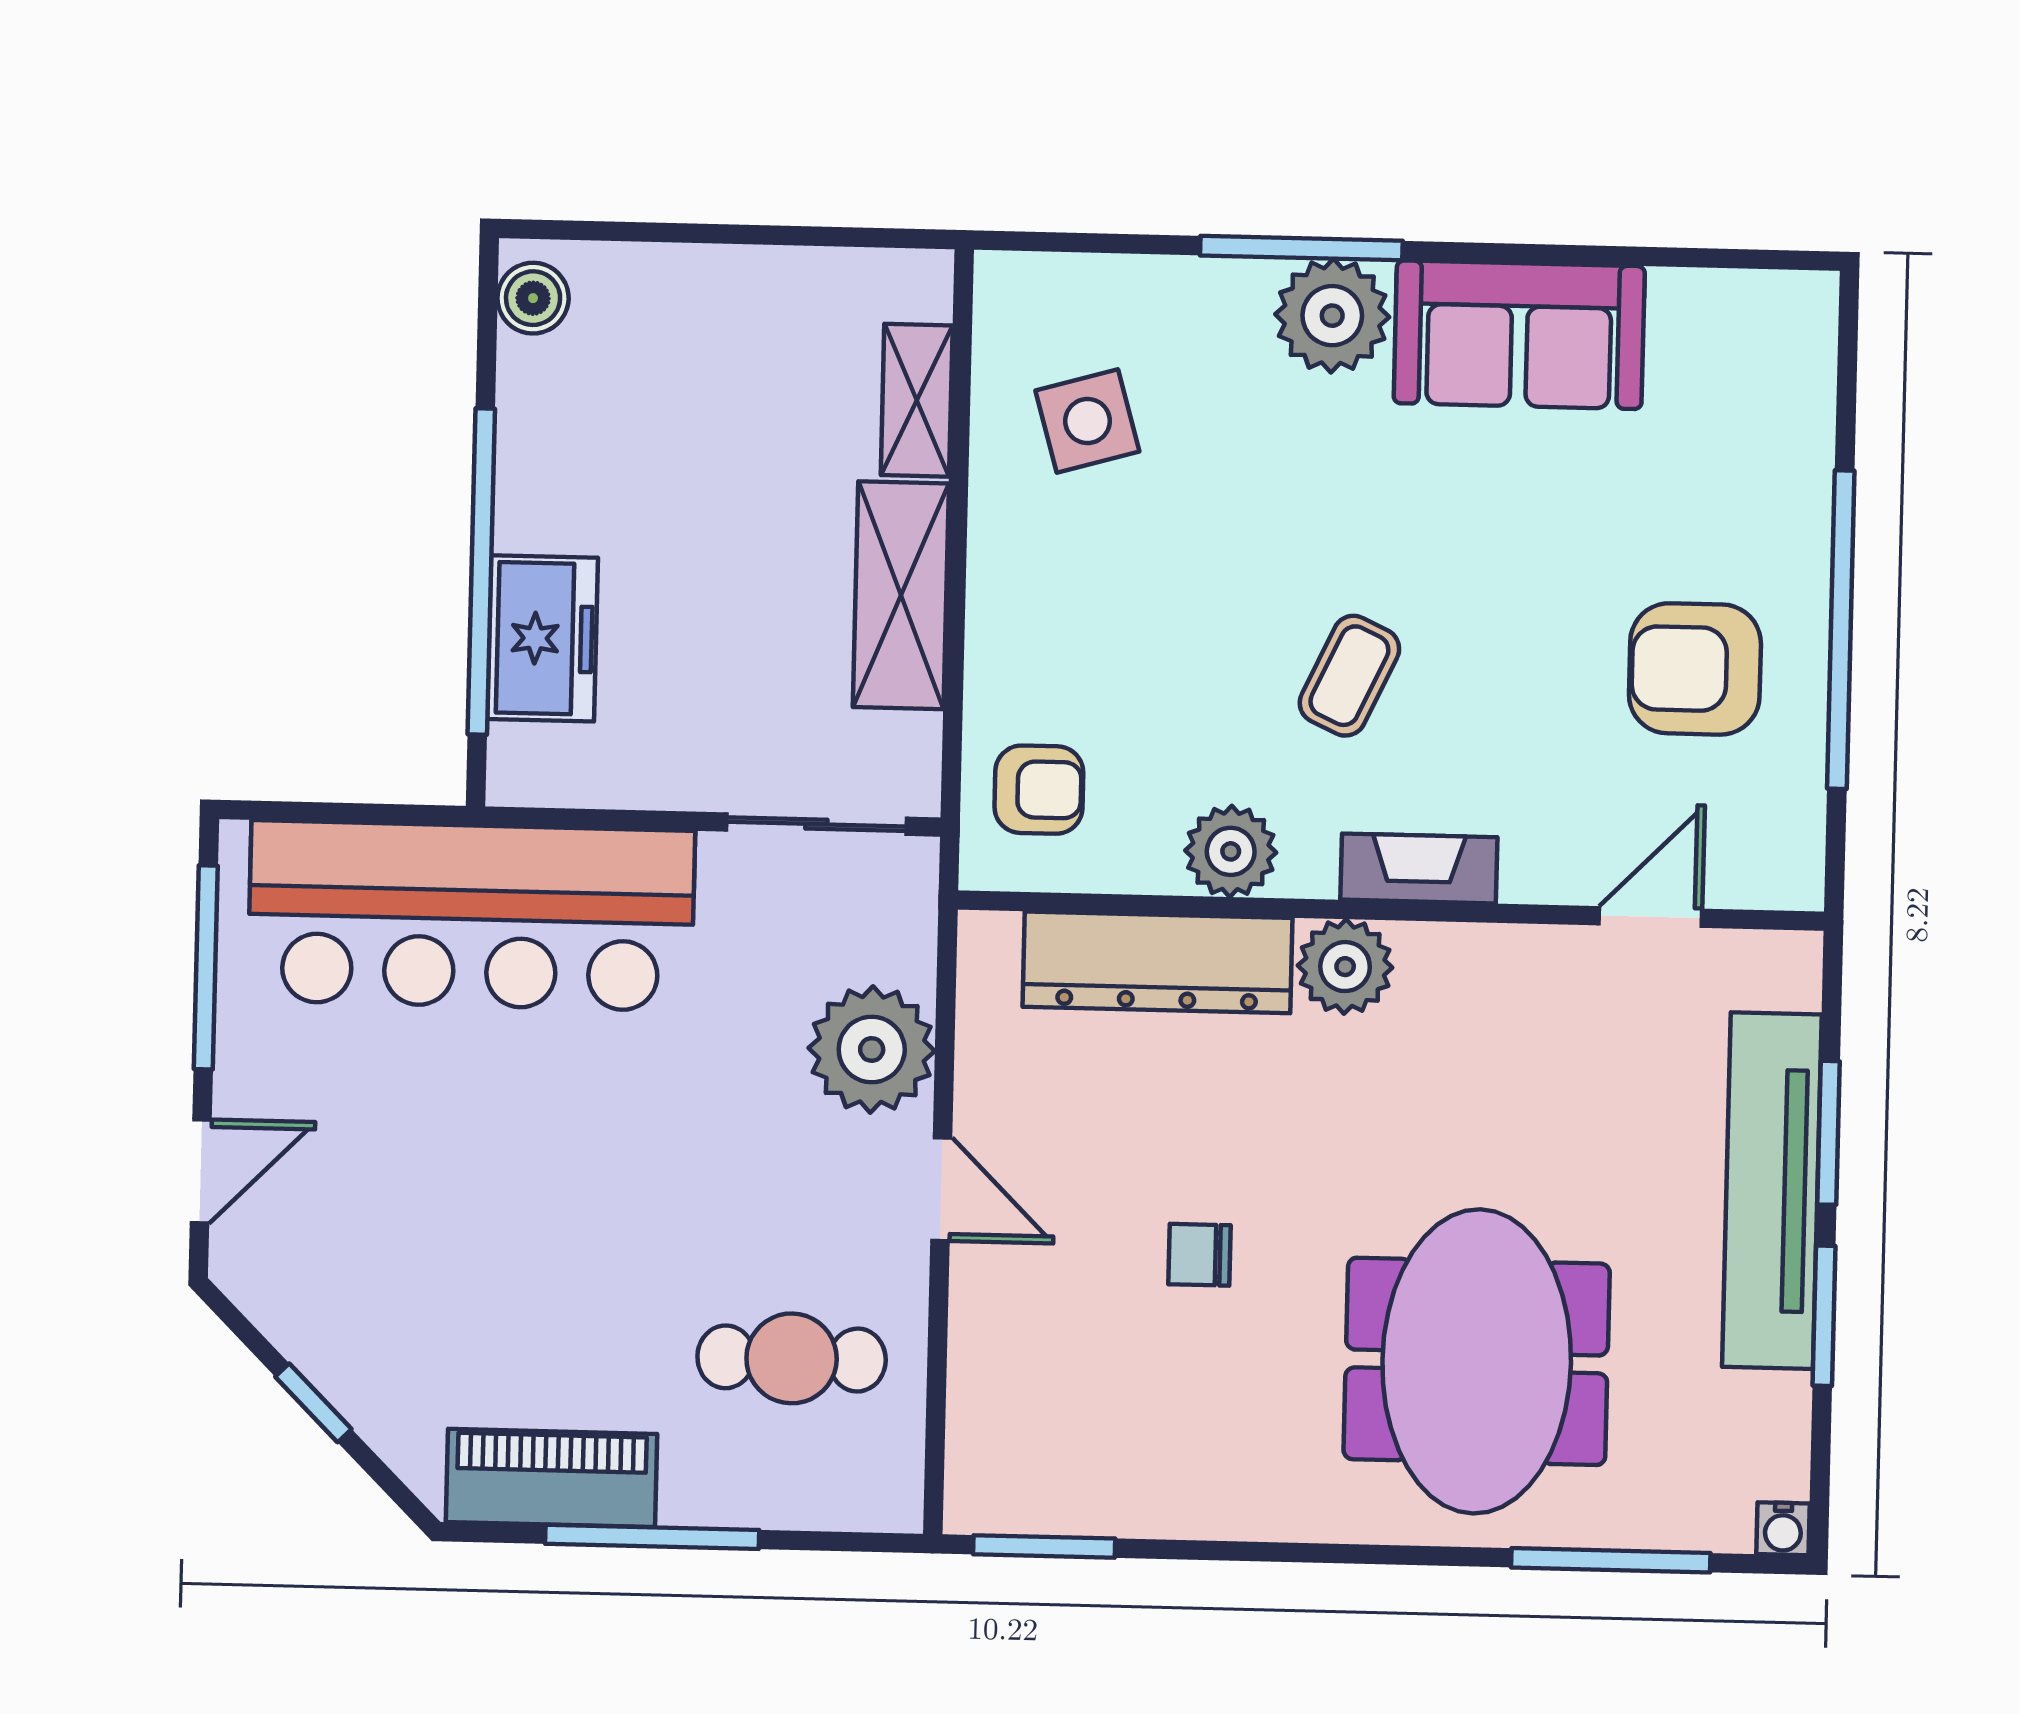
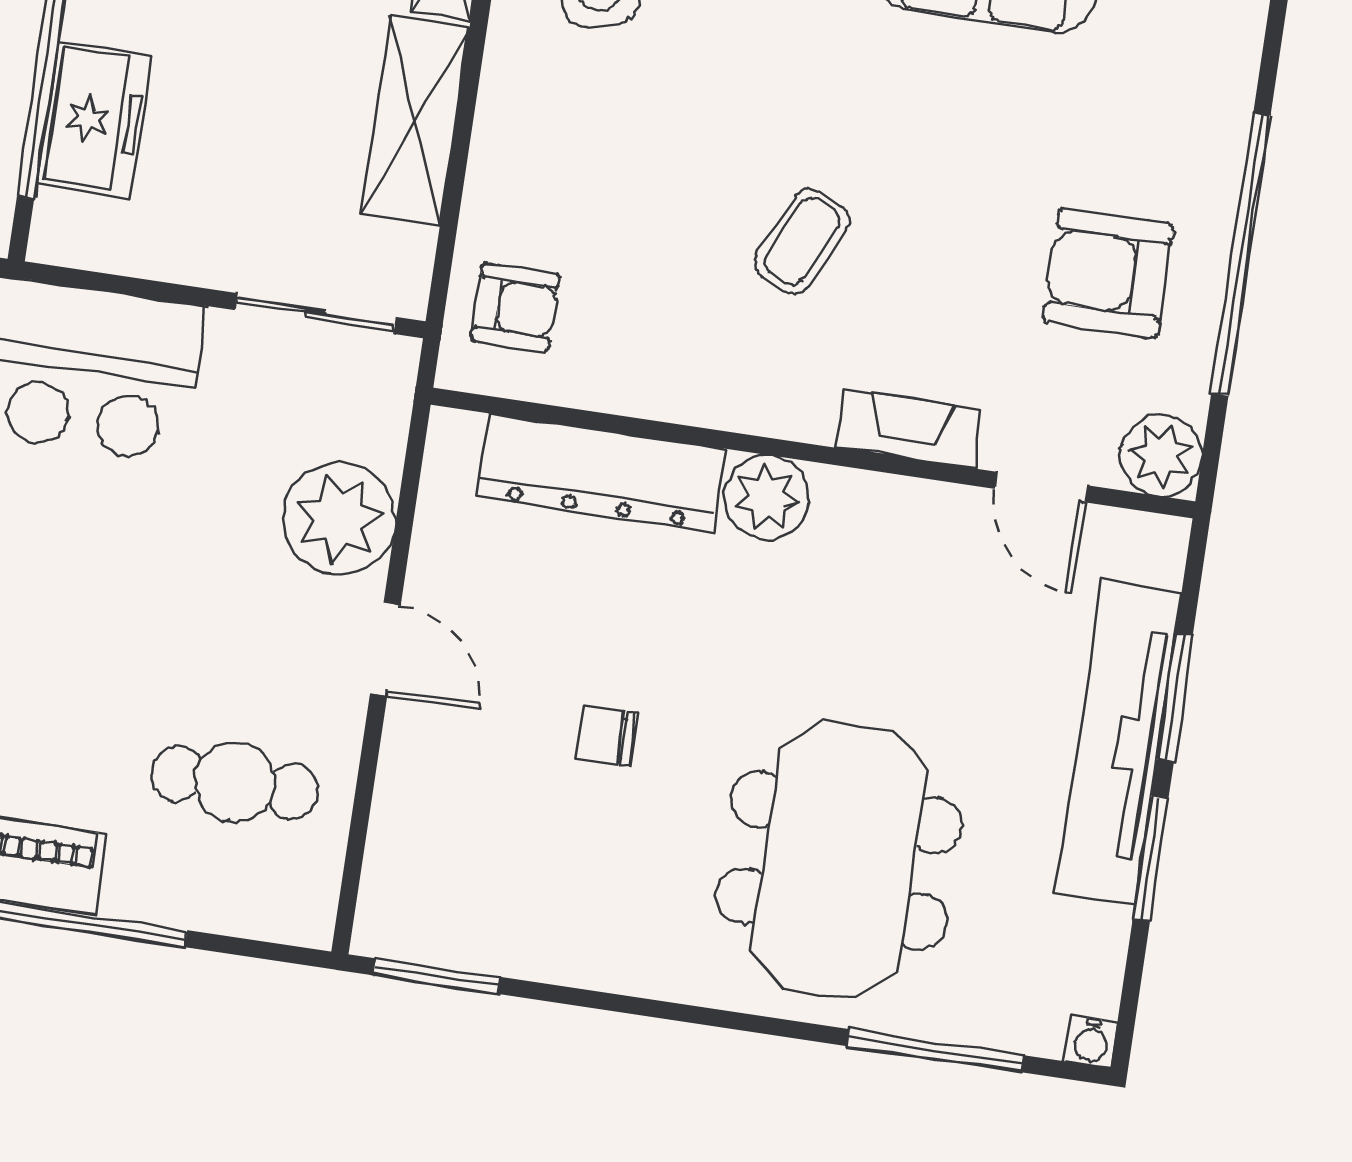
plant: (1231, 851) -> (1161, 455), moved
fireplace: (1419, 868) -> (908, 429), moved
door: (1650, 917) -> (1041, 487), swing flipped

